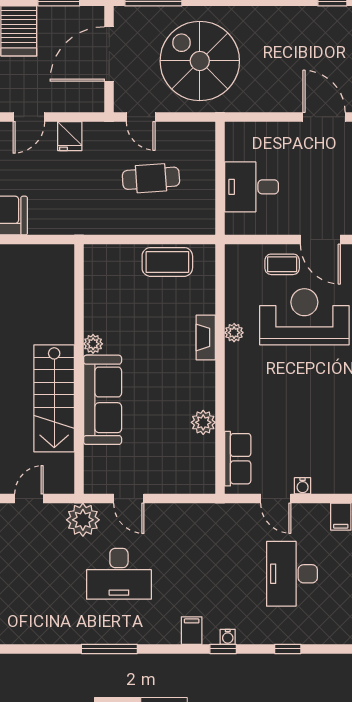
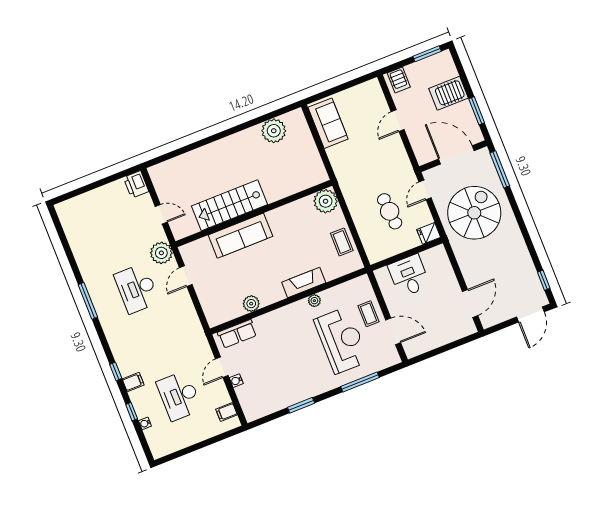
door: (29, 117) -> (398, 121), hinge flipped
fridge: (70, 136) -> (429, 233), moved
door: (320, 240) -> (393, 331), swing flipped
coffee table: (167, 262) -> (342, 242), width x0.73, depth x0.77
fireplace: (206, 337) -> (304, 282), width x1.37, depth x1.32
plant: (93, 344) -> (326, 201), moved, width x1.87, depth x1.87
desk: (292, 574) -> (179, 396), turned -90
filing cabinet: (192, 631) -> (133, 382), moved
water cooler: (228, 637) -> (145, 423), moved

